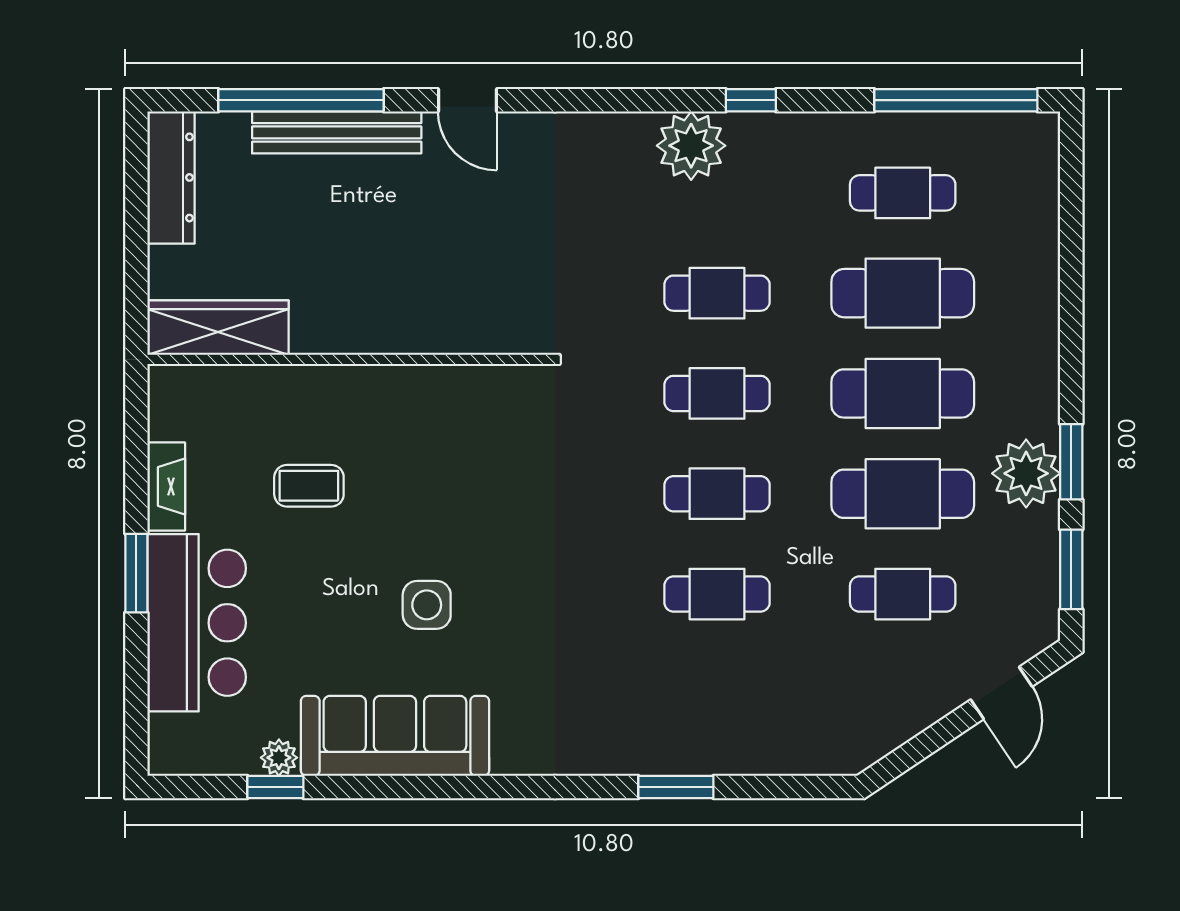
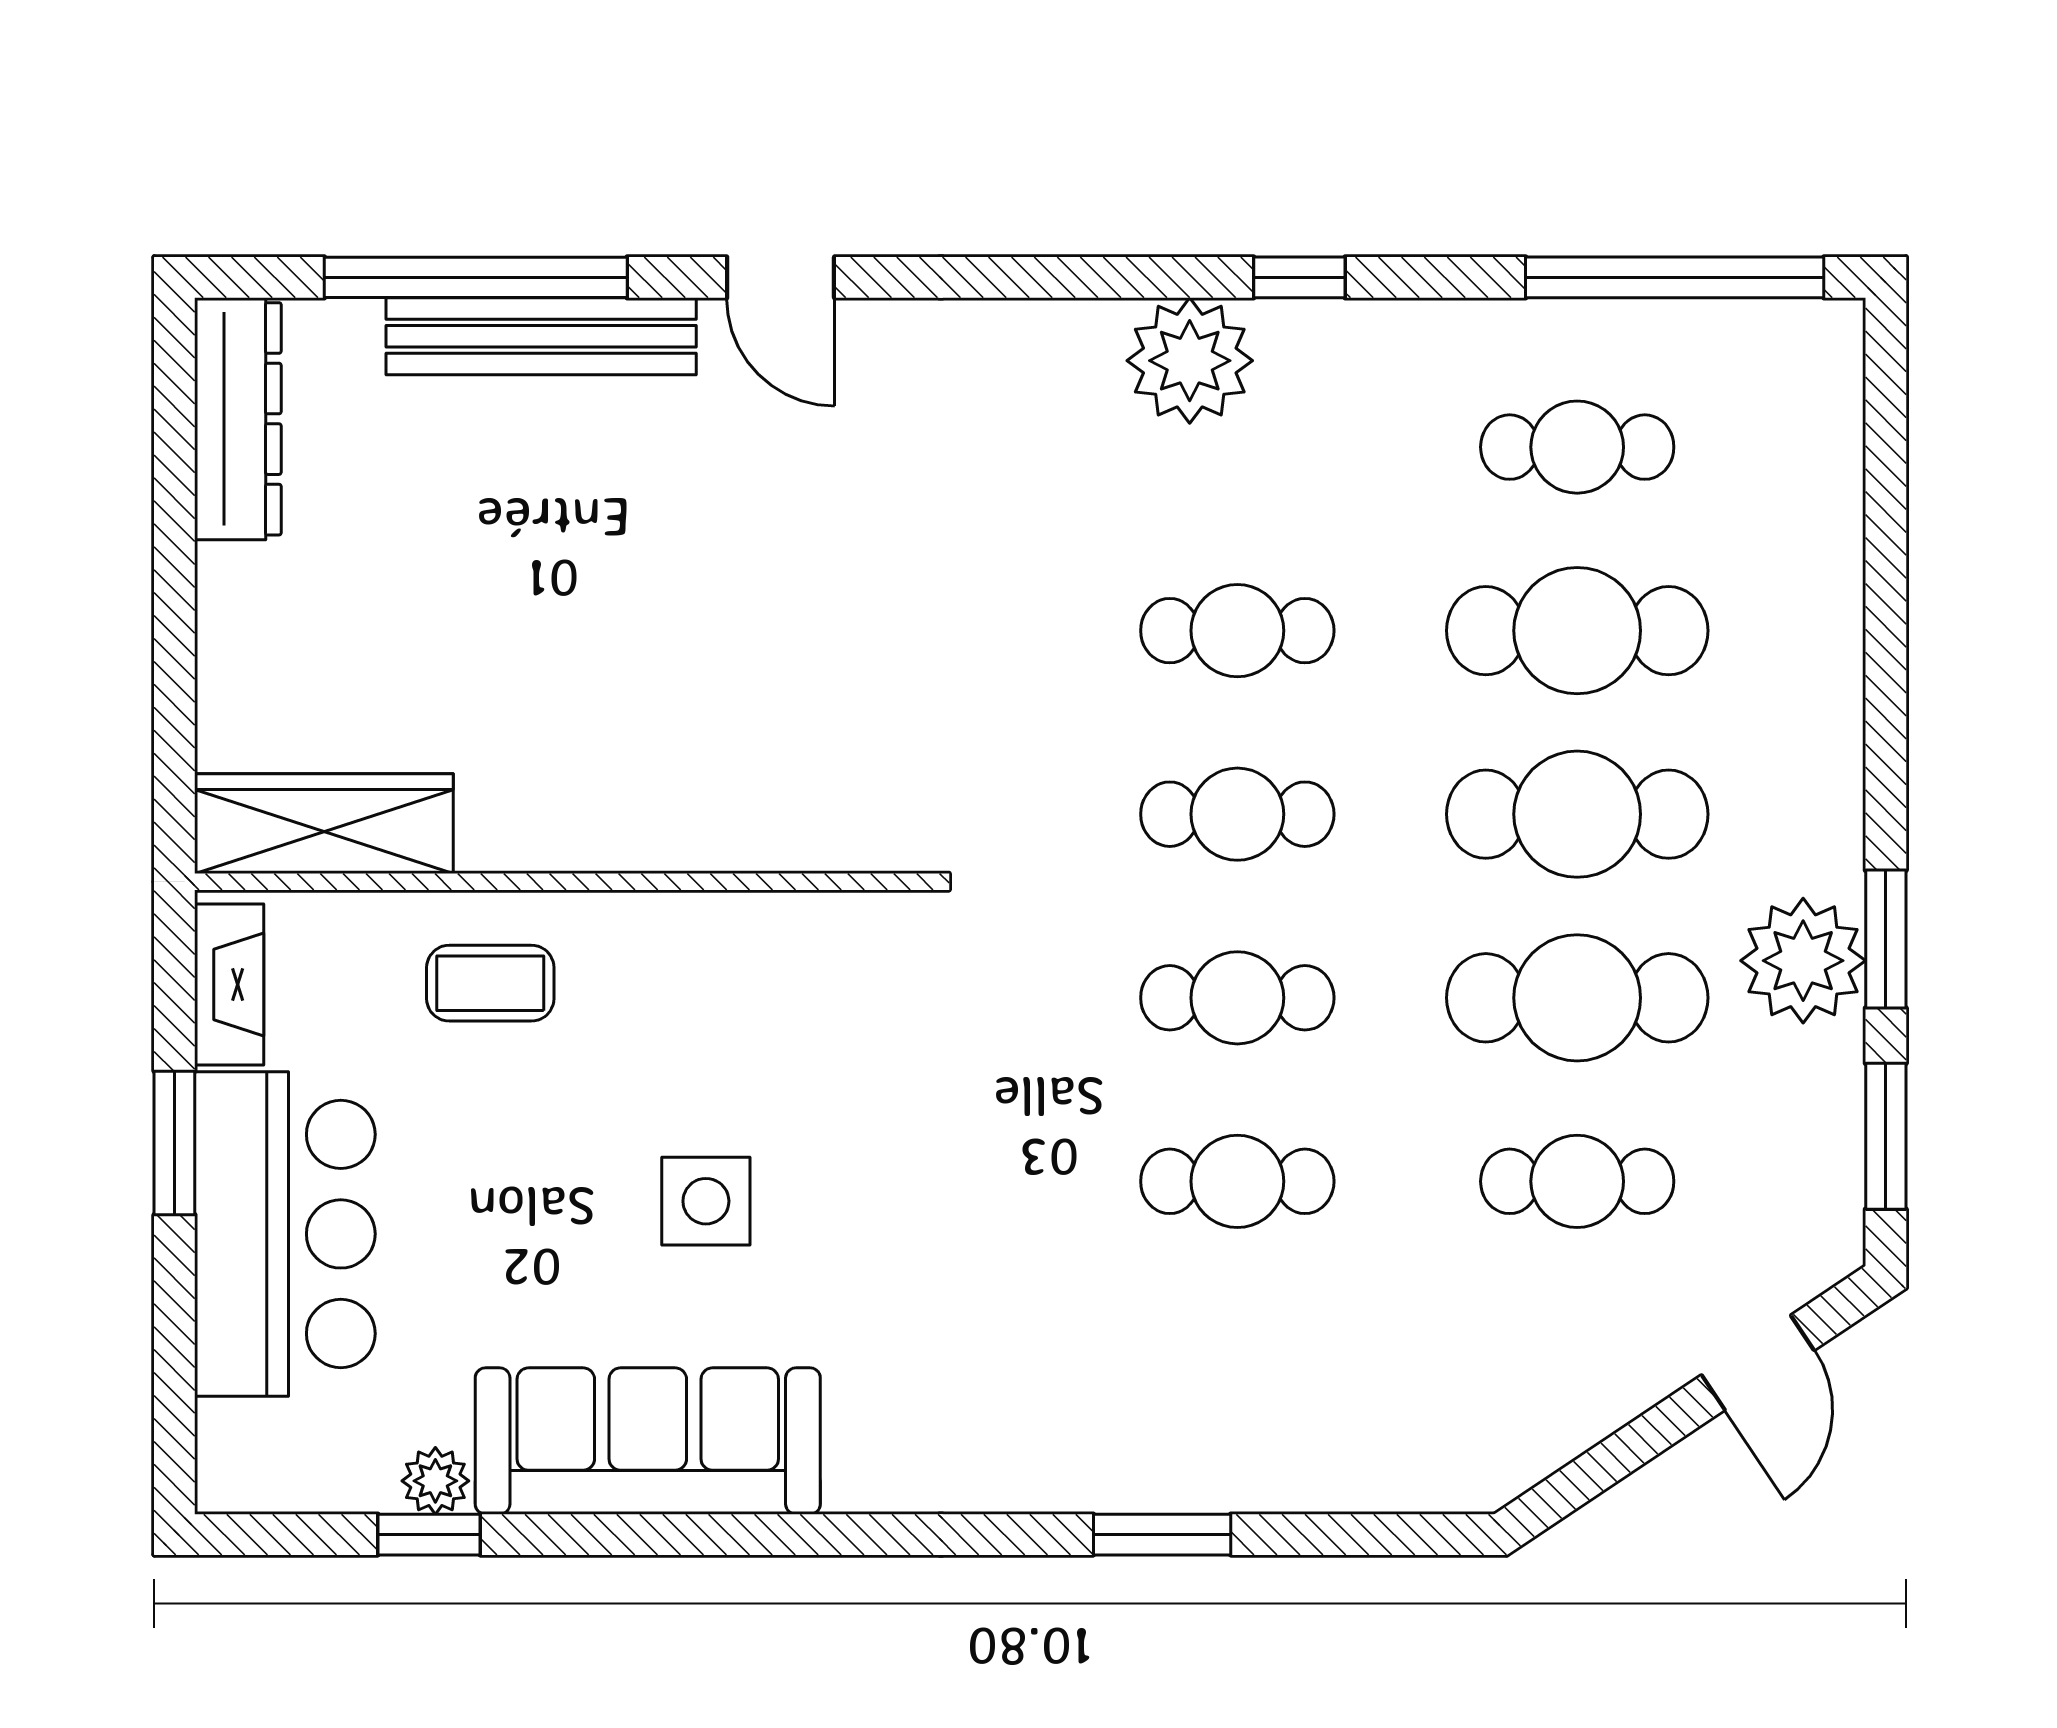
wardrobe: (218, 328) -> (324, 824), moved
wall: (349, 359) -> (564, 882), moved

